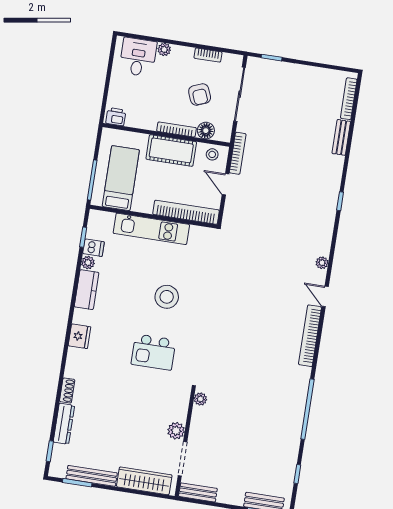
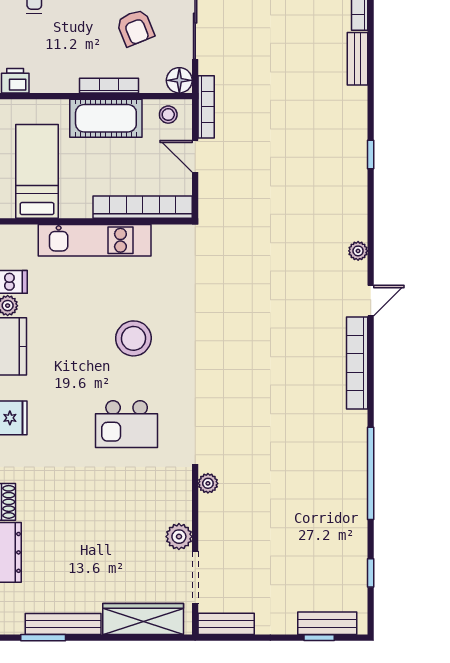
floor lamp: (206, 131) -> (179, 80), moved
door: (325, 296) -> (371, 301), swing flipped

